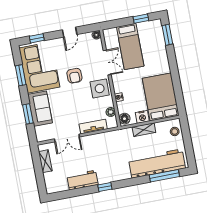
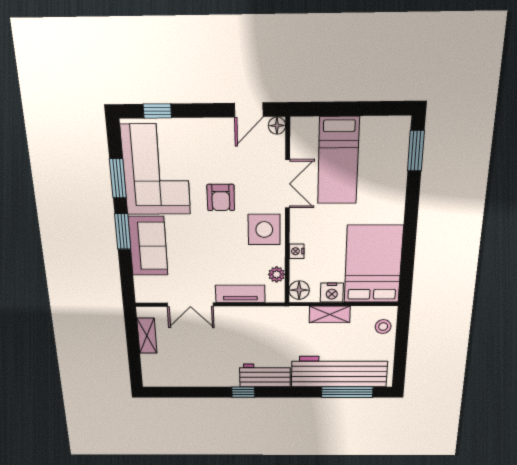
window: (141, 19) -> (372, 108), removed
door: (70, 32) -> (249, 110), moved
window: (28, 114) -> (123, 231), moved
workbench: (82, 180) -> (265, 375), moved

